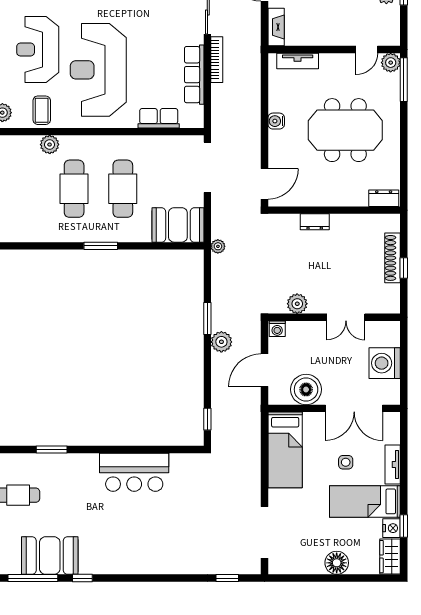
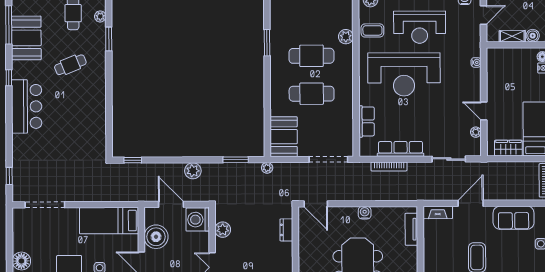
reception desk: (38, 50) -> (420, 27), turned 180
bookcase: (217, 60) -> (389, 167), moved
reception desk: (98, 70) -> (404, 74), turned 180
dresser: (315, 222) -> (286, 230), moved
window: (101, 246) -> (267, 43), moved
window: (207, 319) -> (236, 160), moved
washing machine: (277, 329) -> (198, 220), width x1.89, depth x1.89
plant: (23, 460) -> (100, 16), added
bar counter: (134, 472) -> (27, 106), moved, turned 180
cafe table: (84, 499) -> (70, 65), added
window: (82, 578) -> (9, 78), moved

